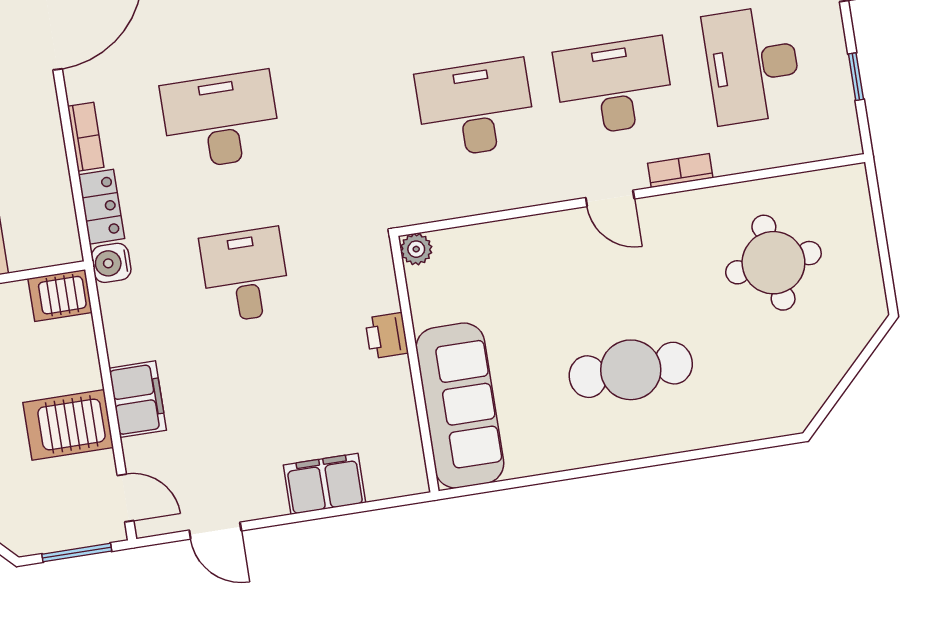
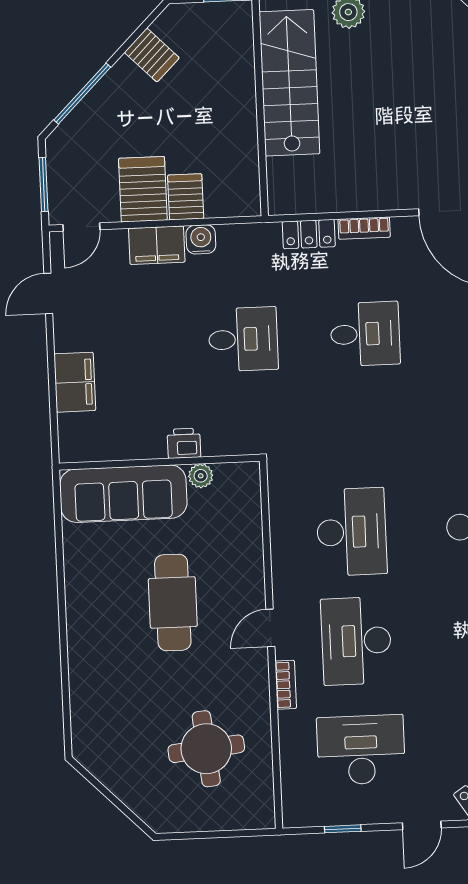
desk: (614, 87) -> (356, 641), turned 180
desk: (221, 120) -> (365, 334), width x0.73
plant: (416, 249) -> (201, 476), moved
water cooler: (111, 263) -> (201, 239), moved
server rack: (60, 295) -> (186, 197), moved
cafe table: (631, 370) -> (173, 602), moved

